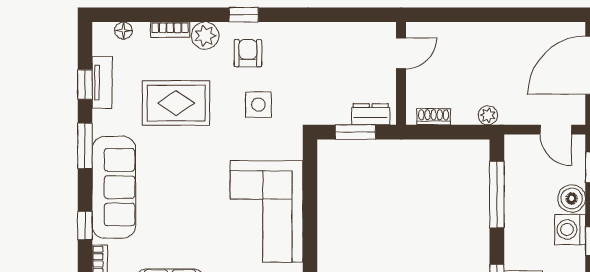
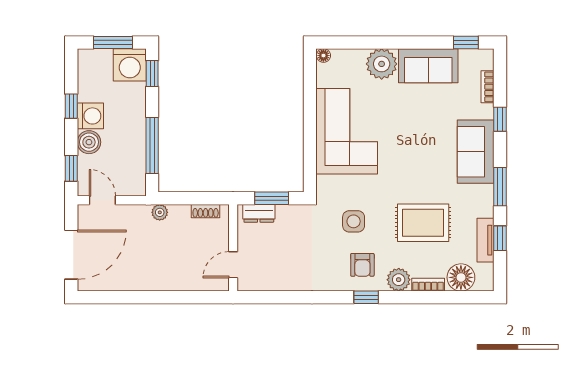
floor lamp: (124, 31) -> (461, 277), width x1.89, depth x1.89
sofa: (114, 187) -> (476, 152), width x0.73

